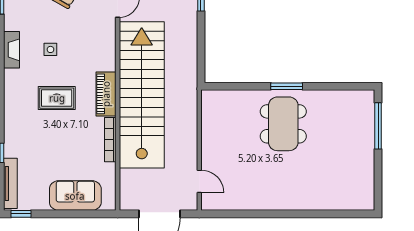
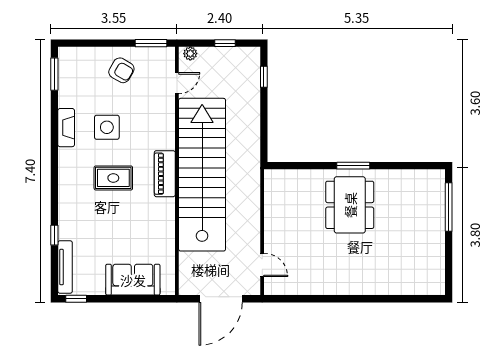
side table: (50, 49) -> (107, 127), width x1.87, depth x1.87
bookcase: (110, 140) -> (169, 221), removed

